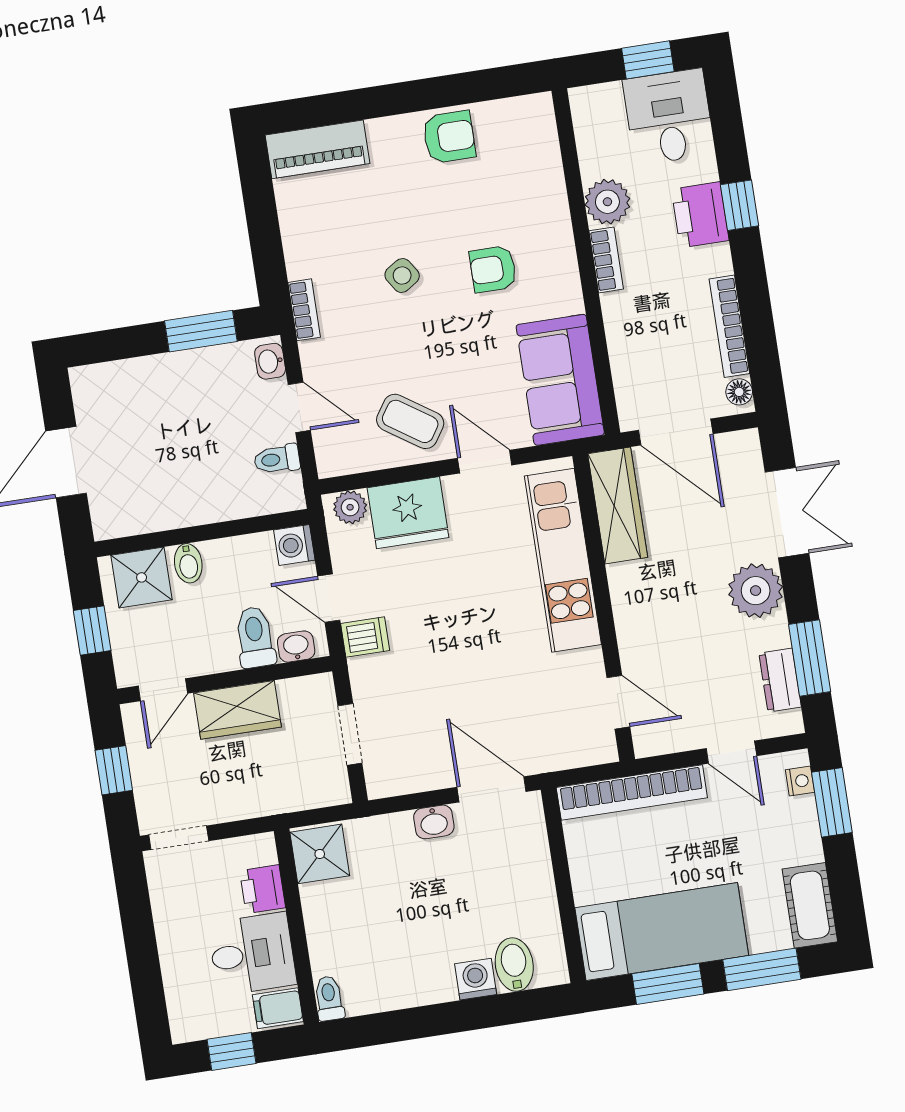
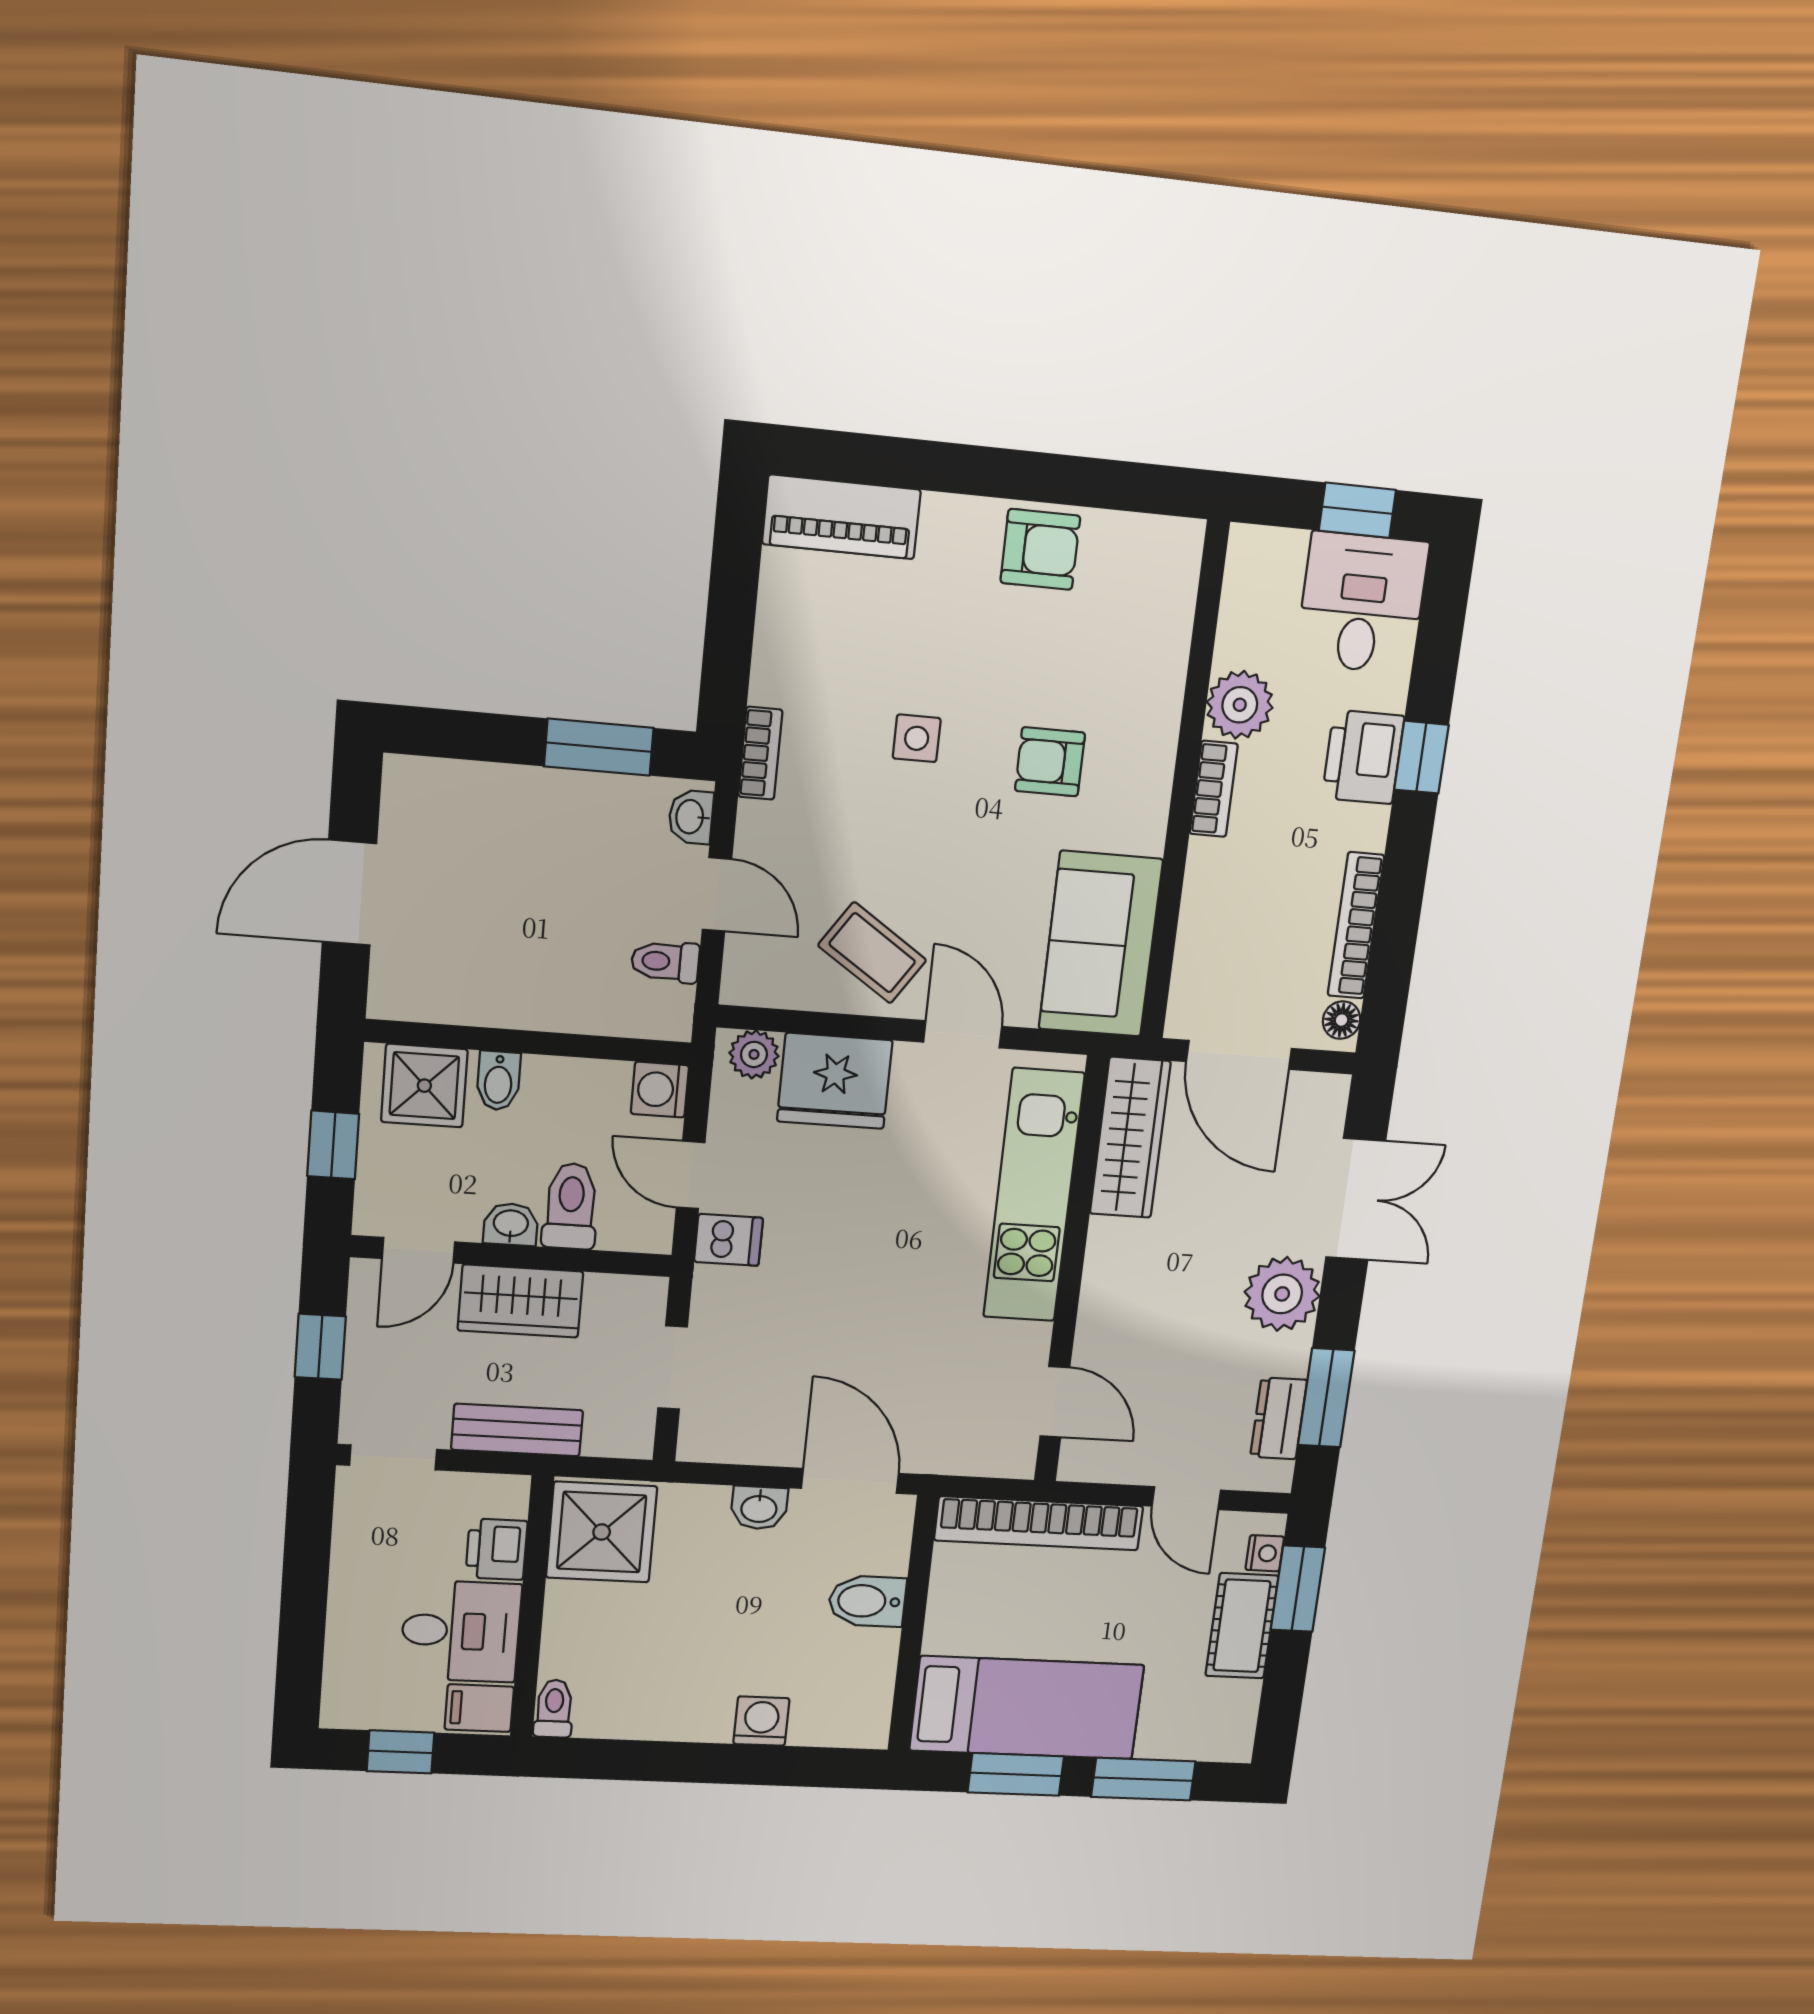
side table: (402, 275) -> (917, 738), turned 33
washbasin: (296, 647) -> (511, 1224), moved
bench: (256, 801) -> (517, 1430), added
shower: (320, 854) -> (602, 1532), width x1.36, depth x1.36
cot: (810, 905) -> (1242, 1626), moved
bidet: (514, 965) -> (867, 1601), moved, turned -90

